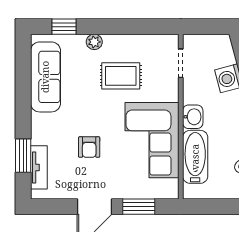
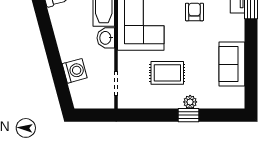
window: (64, 27) -> (189, 115), moved
sofa: (45, 77) -> (232, 64), width x0.73

